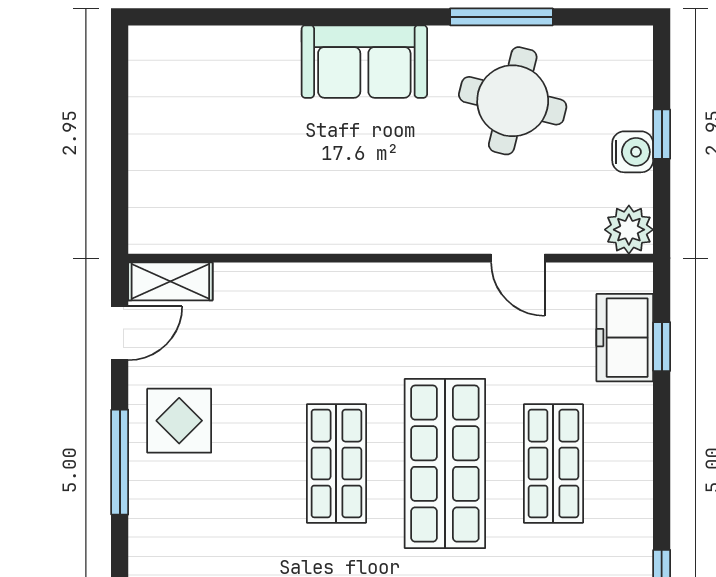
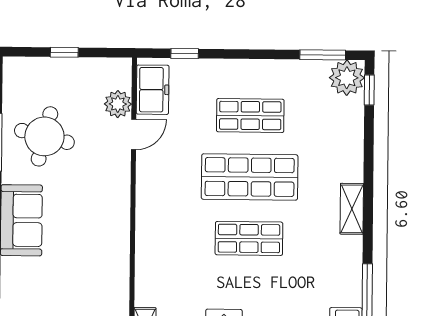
water cooler: (633, 152) -> (74, 69), removed
plant: (629, 230) -> (118, 104), moved
freezer: (625, 338) -> (153, 90), moved, turned -90

